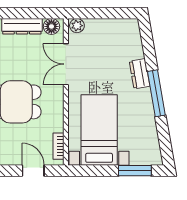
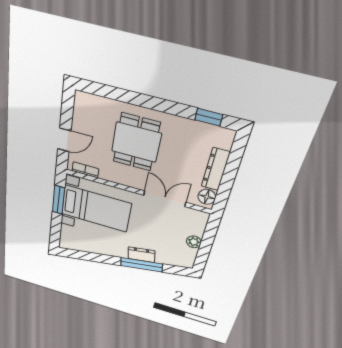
plant: (77, 26) -> (194, 242), moved
window: (156, 93) -> (141, 265), moved
window: (135, 171) -> (58, 200), moved

